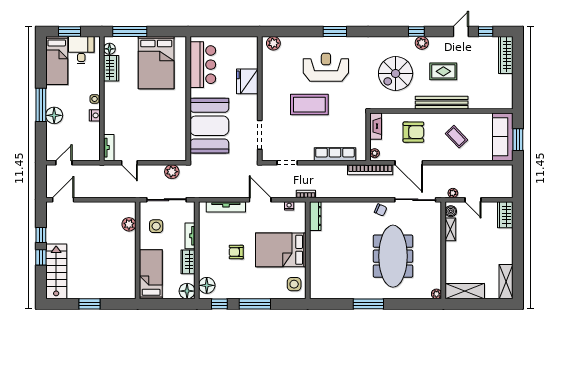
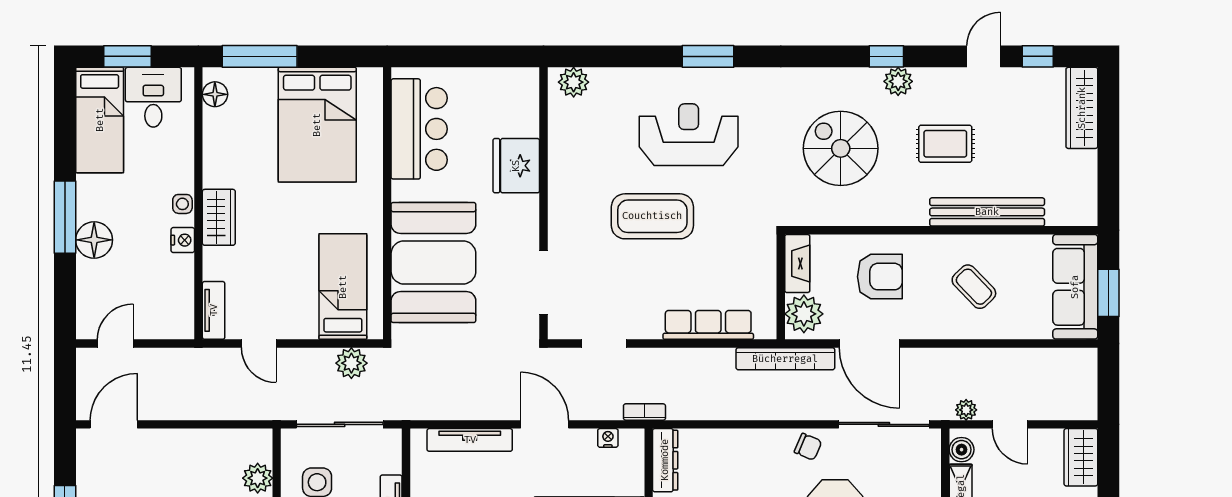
wardrobe: (111, 68) -> (219, 217), moved
spiral stairs: (396, 74) -> (841, 148), turned 90
bench: (442, 103) -> (987, 212), moved
bed: (168, 137) -> (343, 287), added
plant: (375, 153) -> (804, 314), width x1.87, depth x1.87

